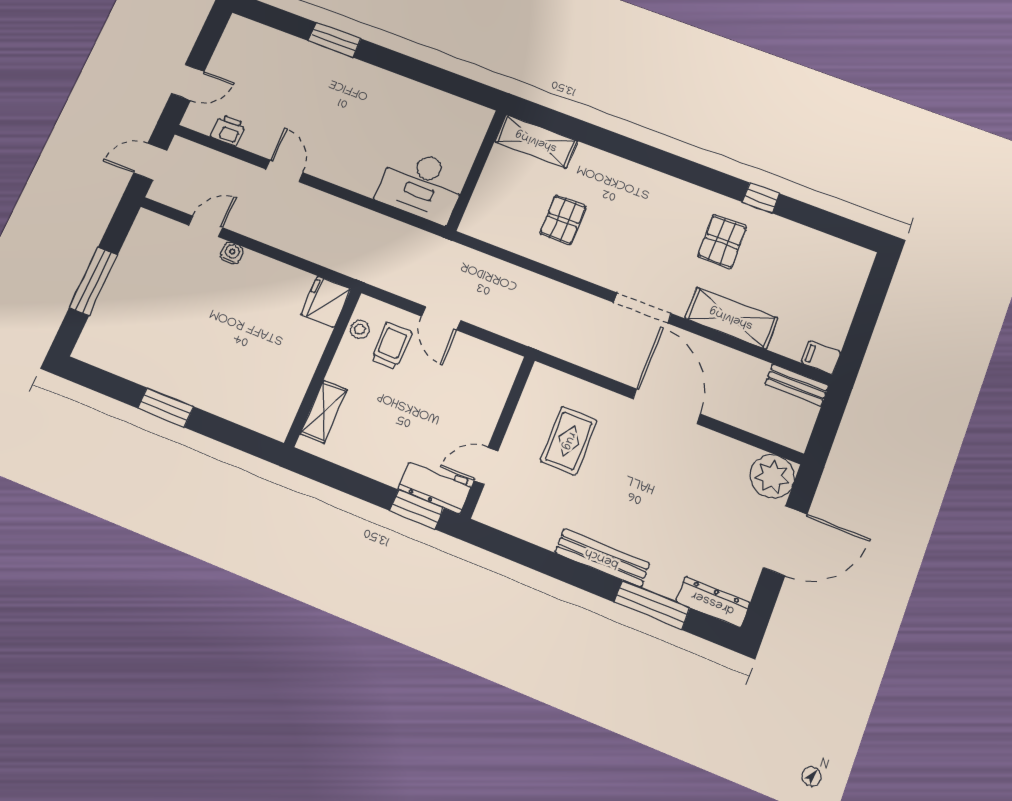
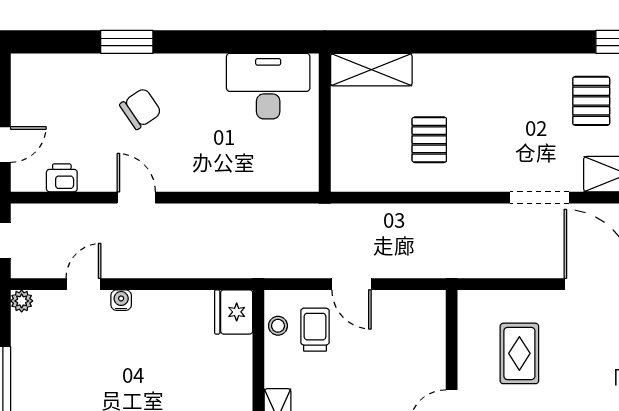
chair: (322, 99) -> (141, 109), added
desk: (421, 185) -> (268, 86), moved, turned 180
plant: (146, 220) -> (22, 301), added

